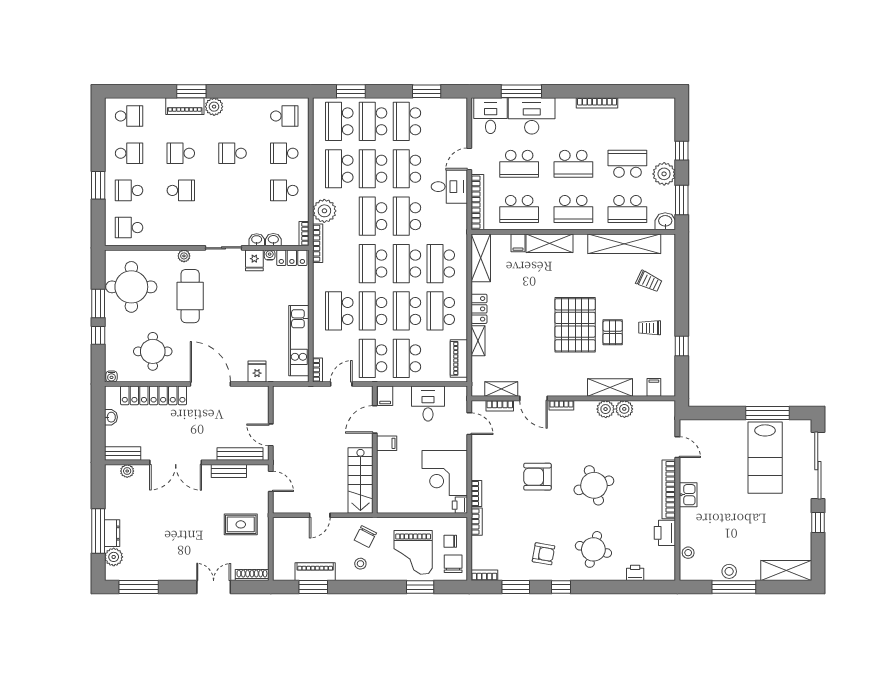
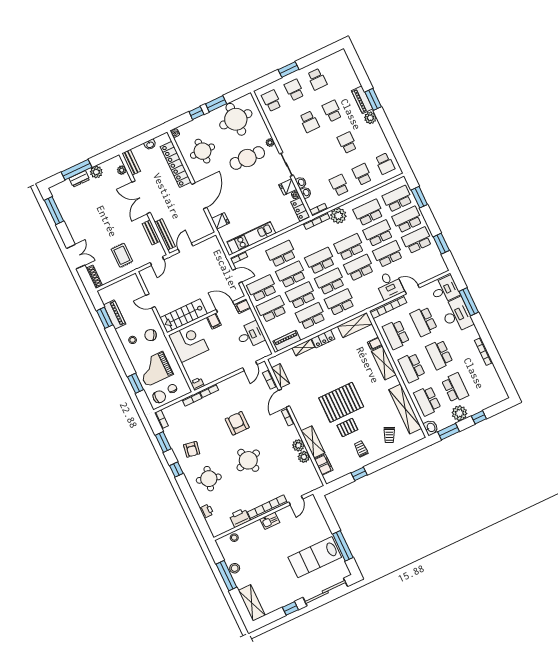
school desk: (129, 116) -> (340, 68), removed
filing cabinet: (654, 387) -> (324, 465), width x2.00
corner desk: (445, 473) -> (188, 343), moved, turned 90
plant: (114, 557) -> (96, 172), moved

